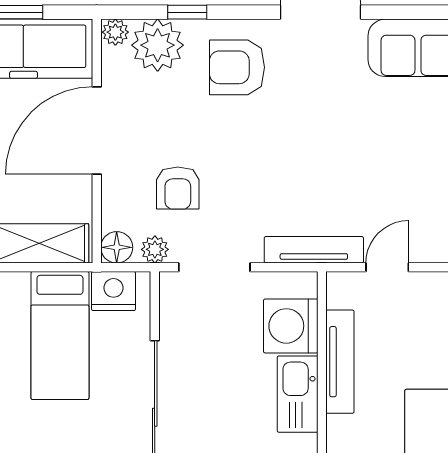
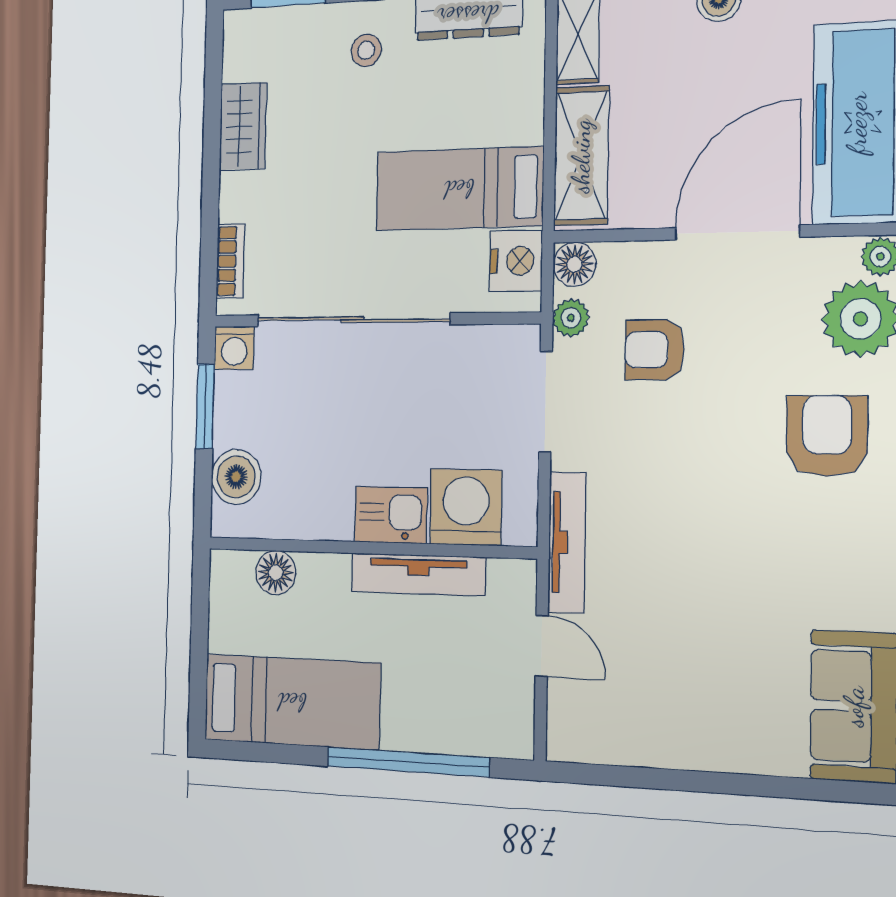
door: (97, 130) -> (737, 232), hinge flipped
kitchen sink: (298, 394) -> (391, 515), width x0.73

